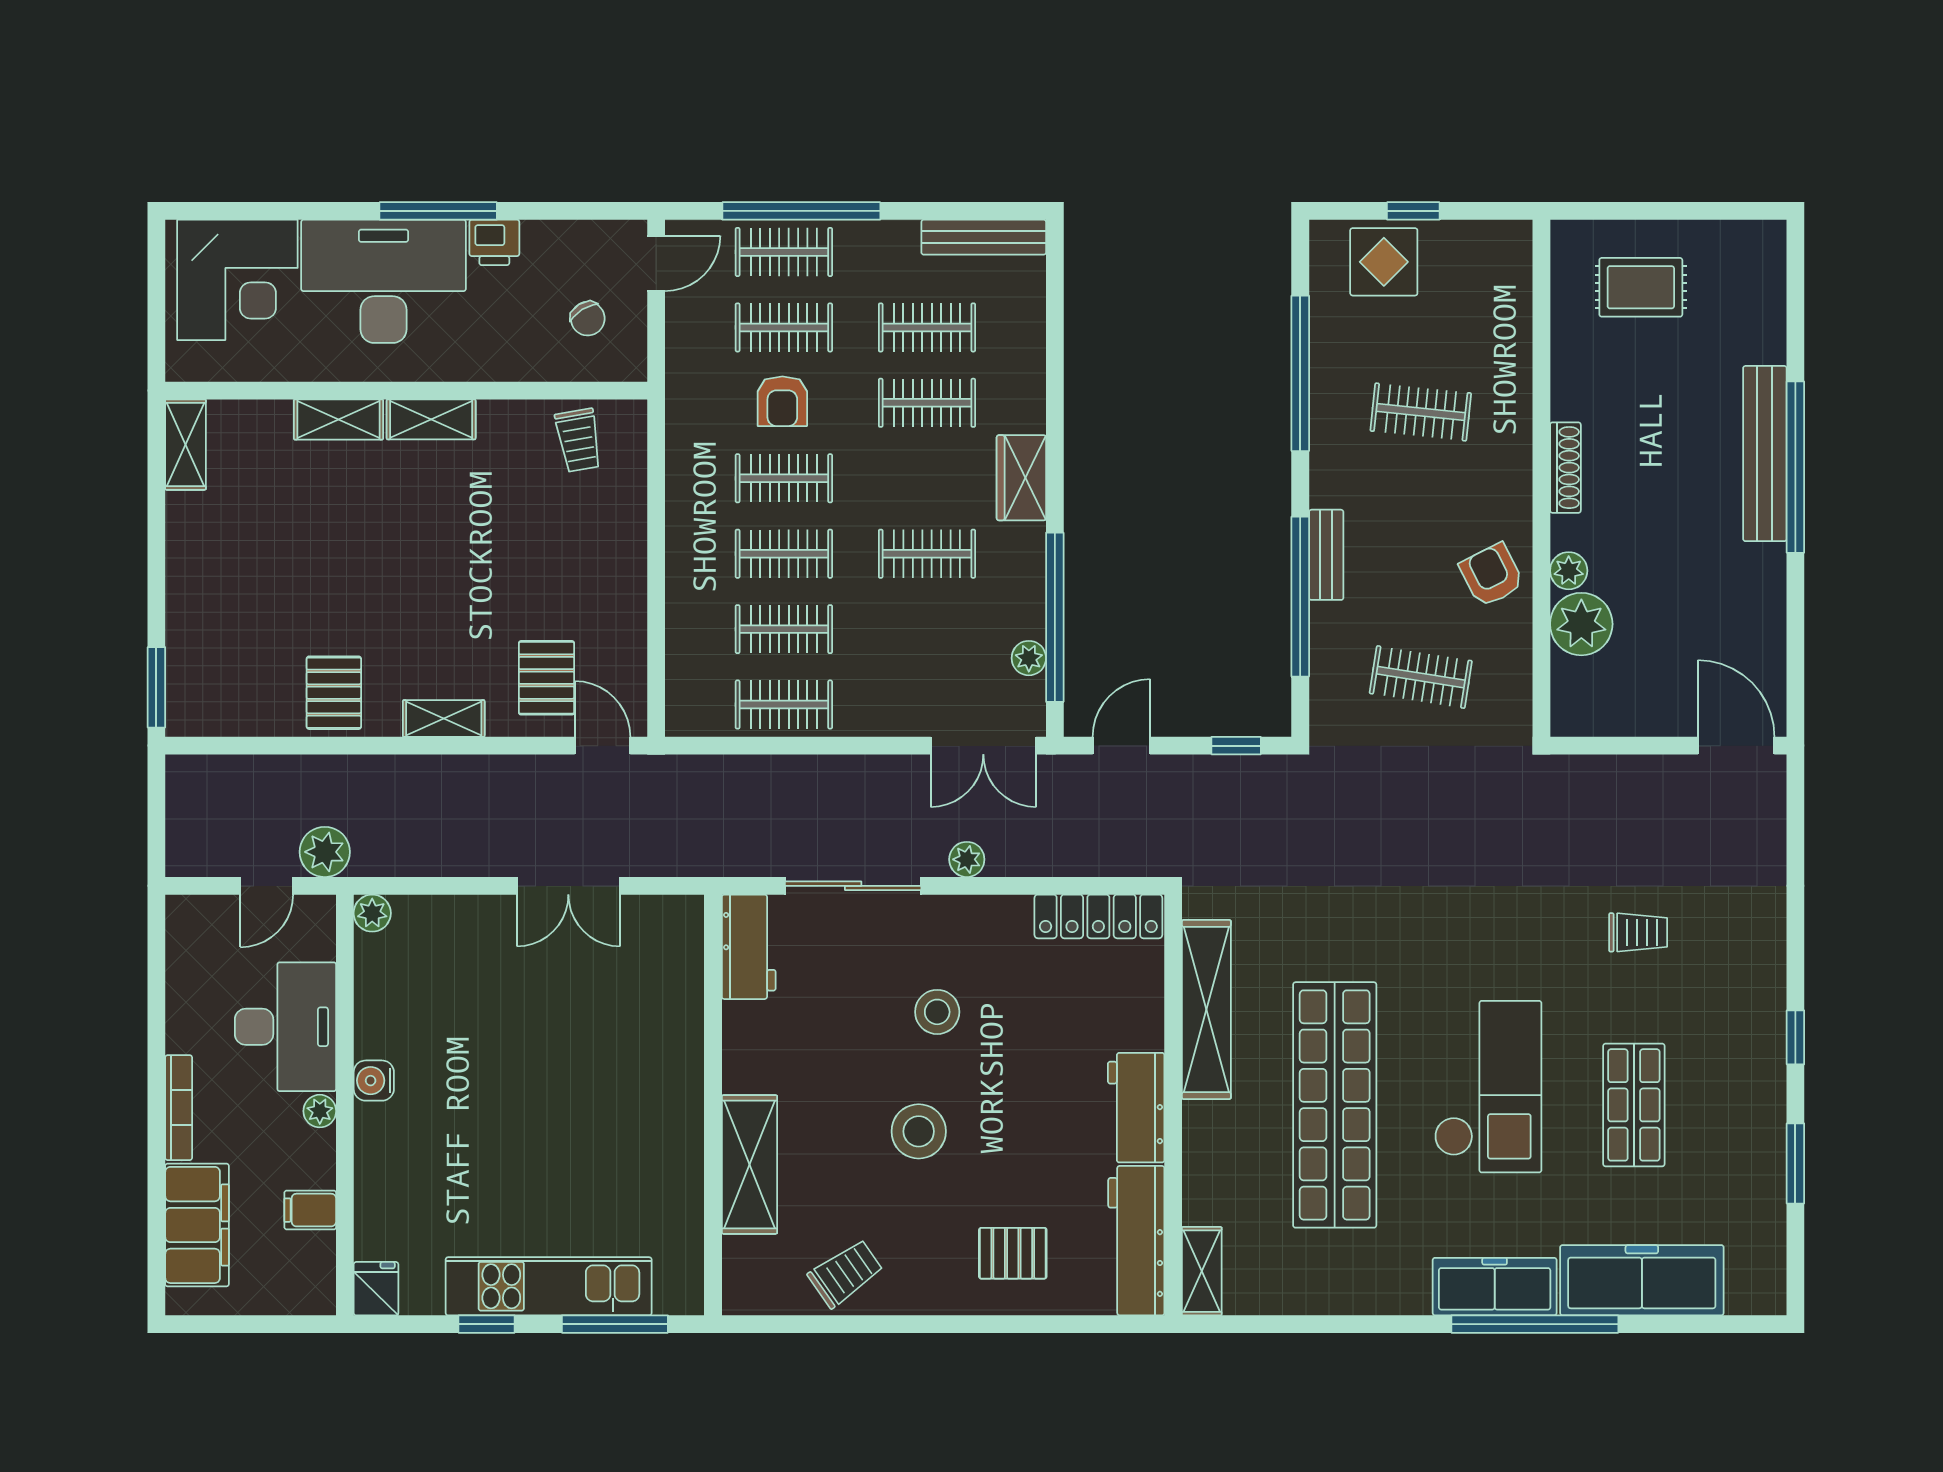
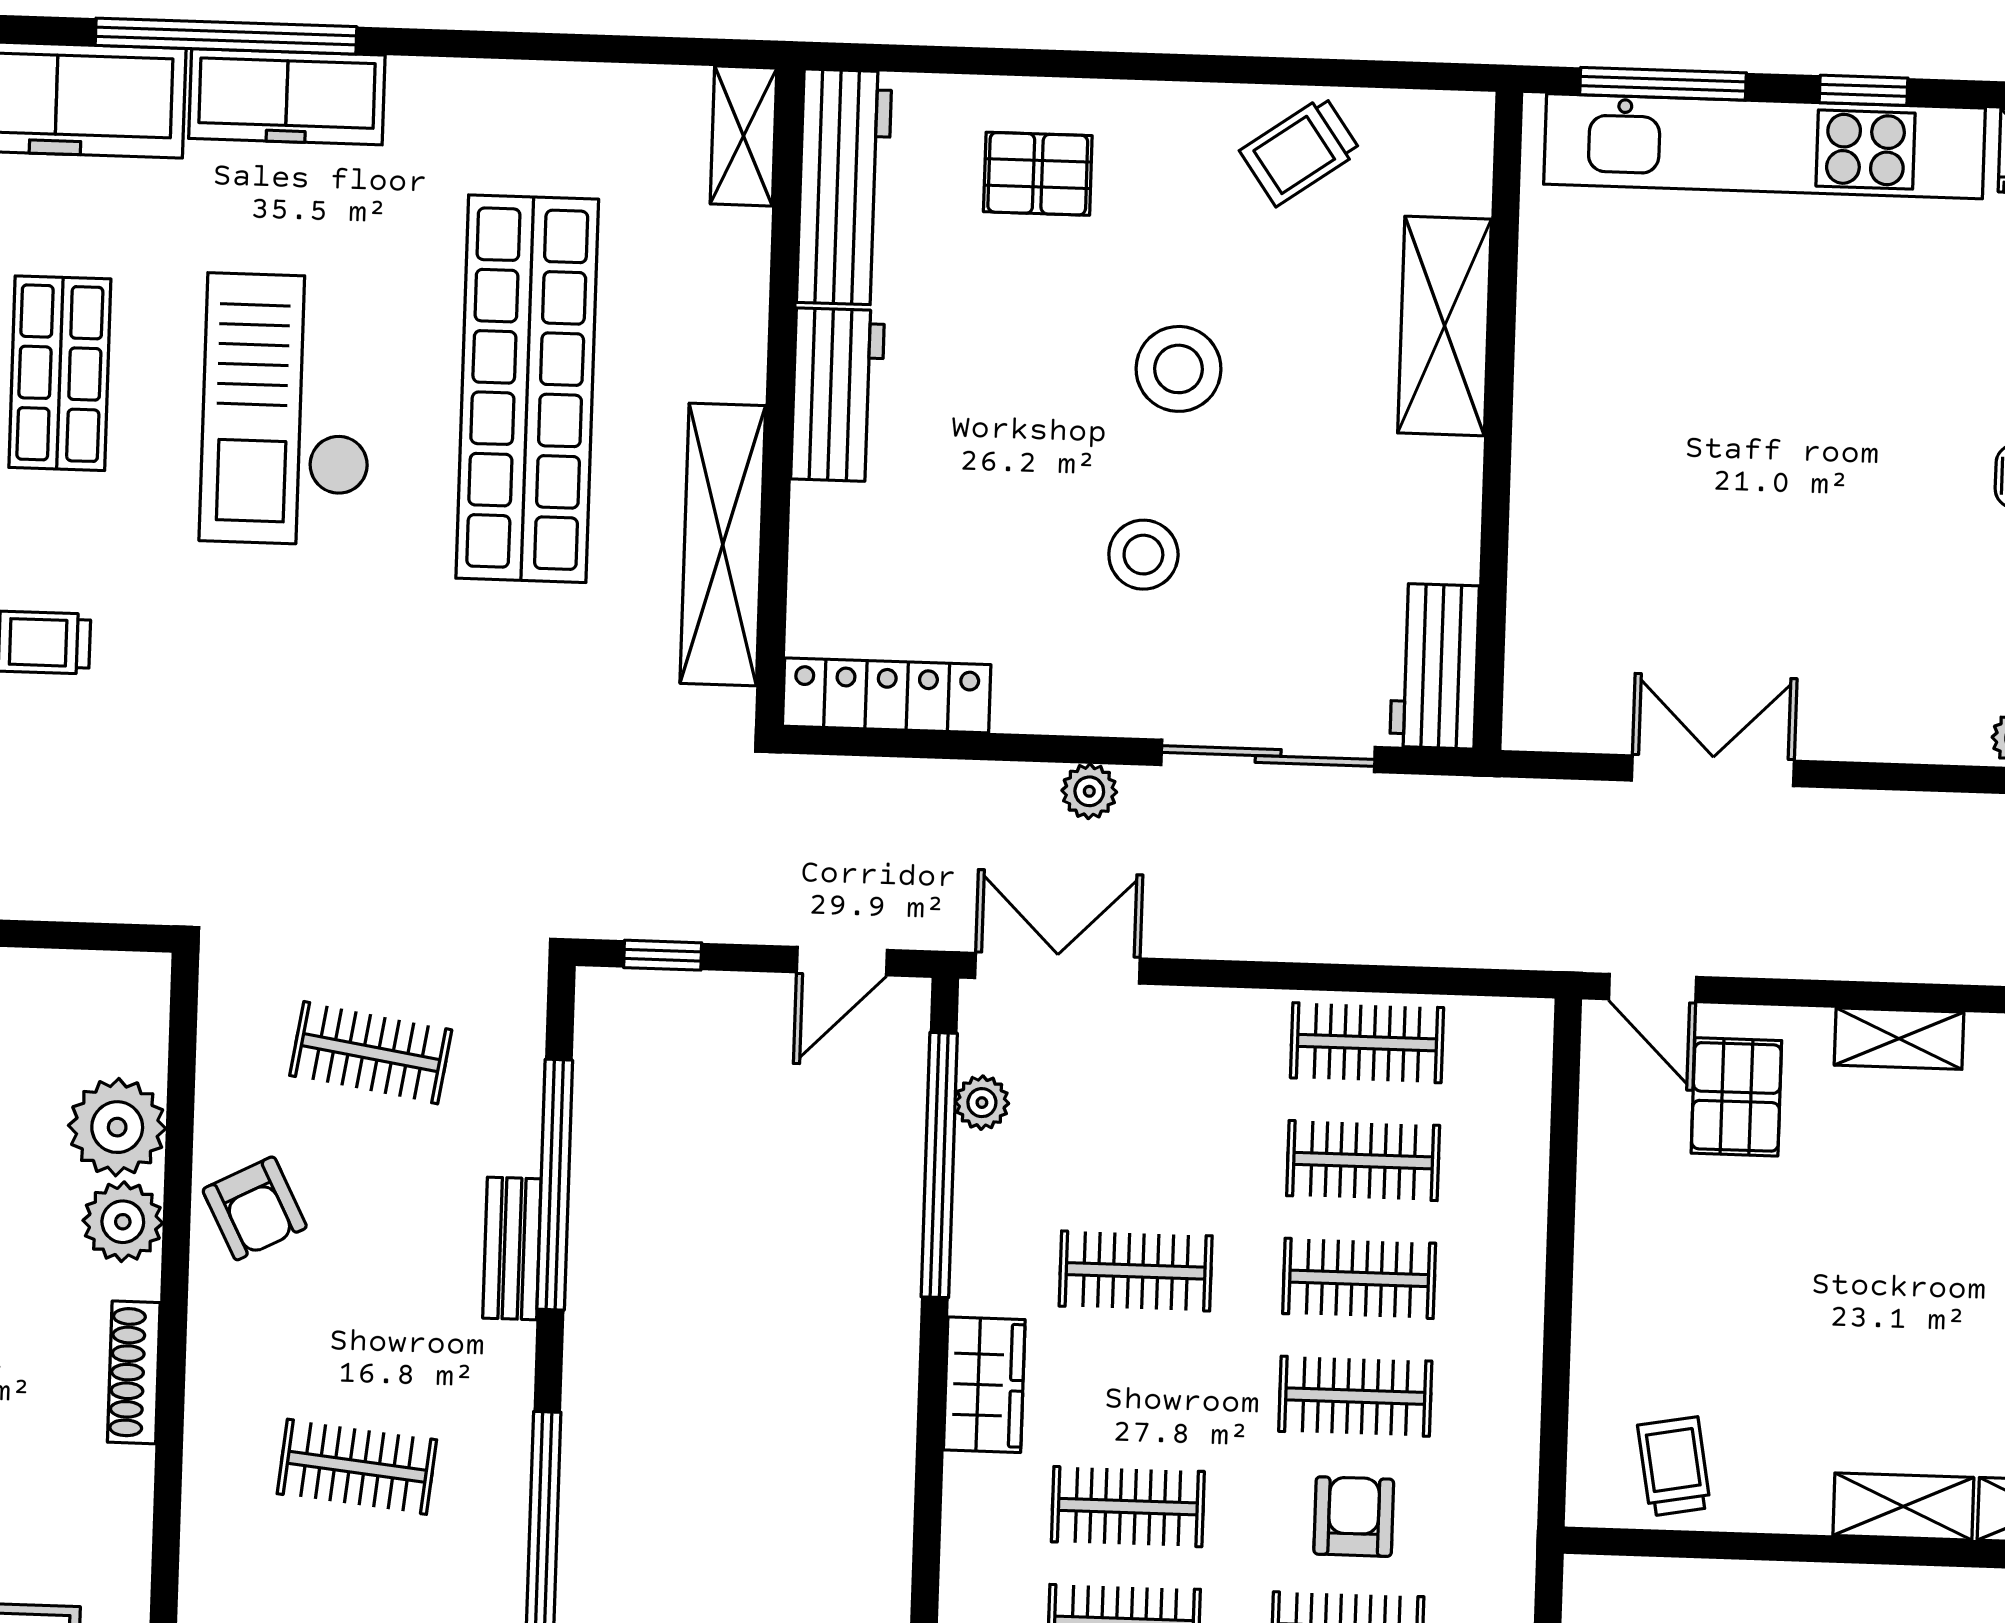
plant: (1569, 571) -> (123, 1222), width x1.38, depth x1.38
kitchen unit: (549, 1286) -> (1765, 146), width x1.36

